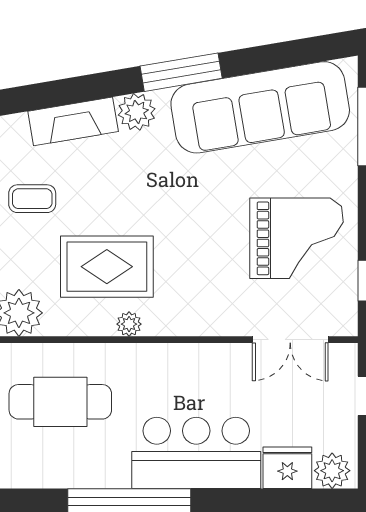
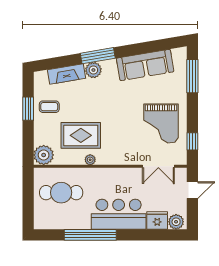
window: (181, 72) -> (98, 56), moved
sofa: (260, 107) -> (145, 65), width x0.74, depth x0.79
grand piano: (297, 238) -> (161, 123), turned 90

